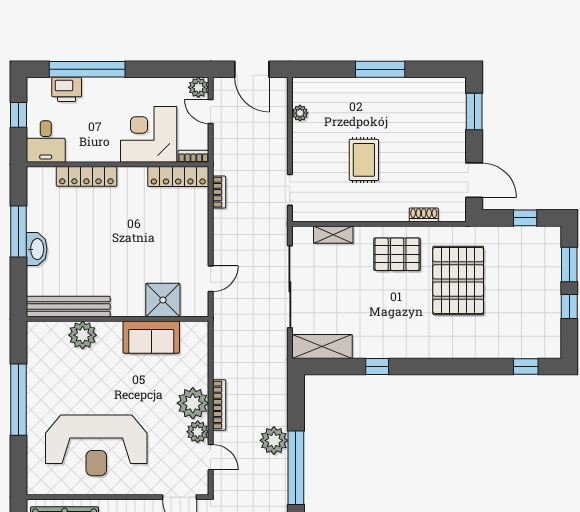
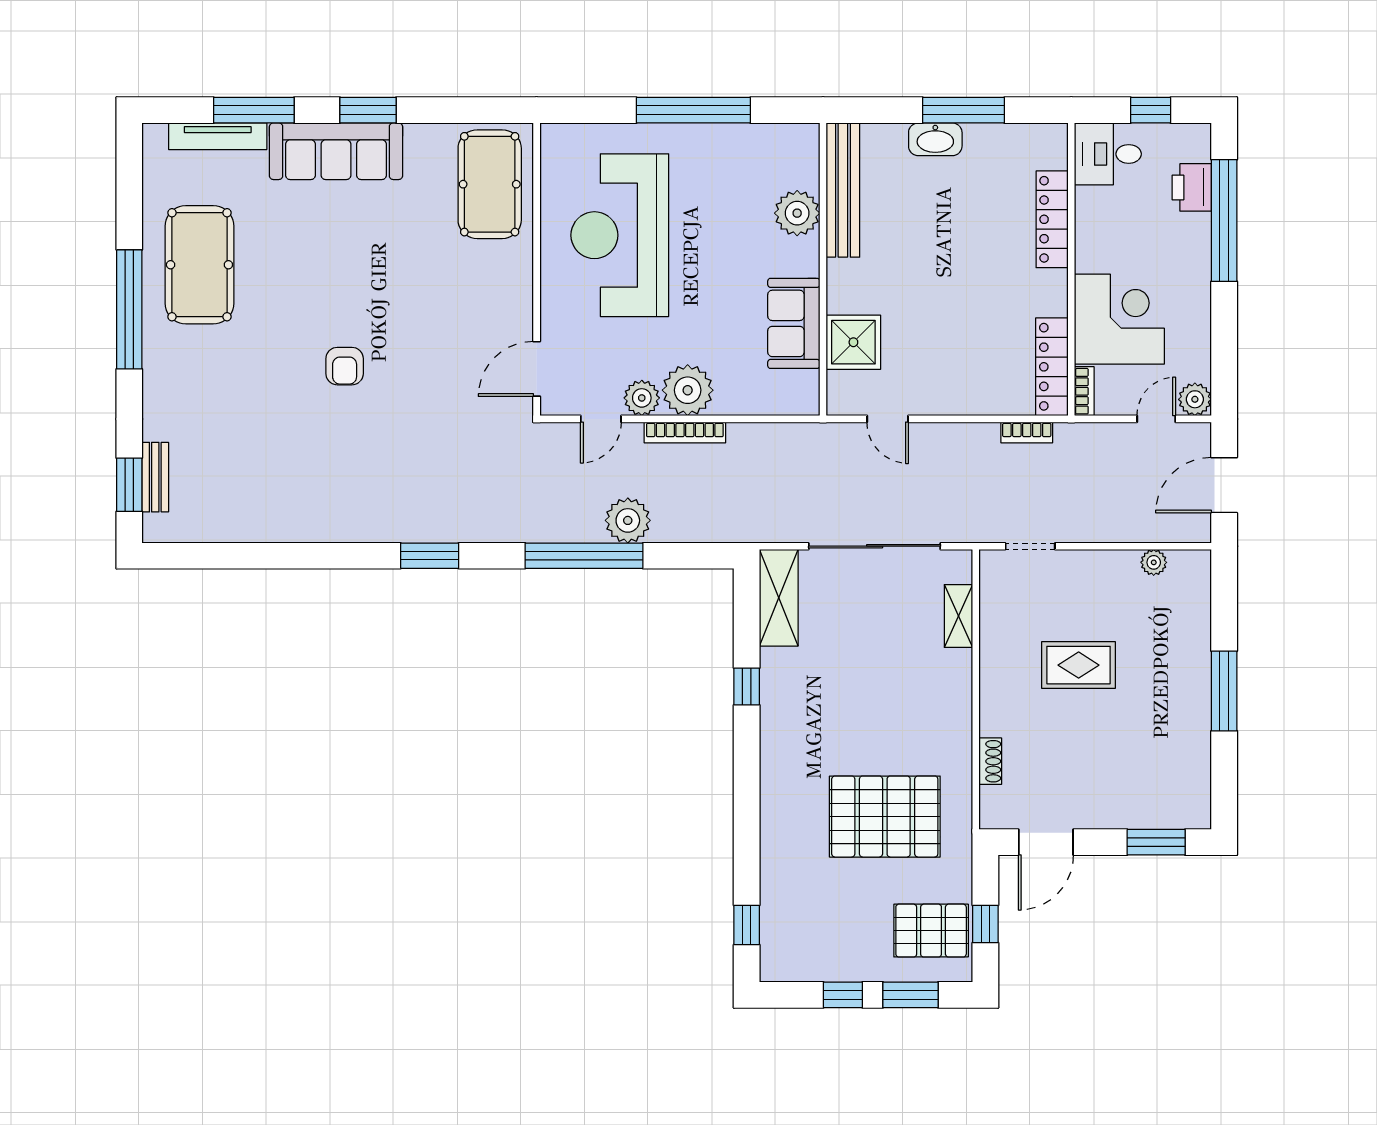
pallet: (397, 254) -> (931, 931), moved, turned 90

